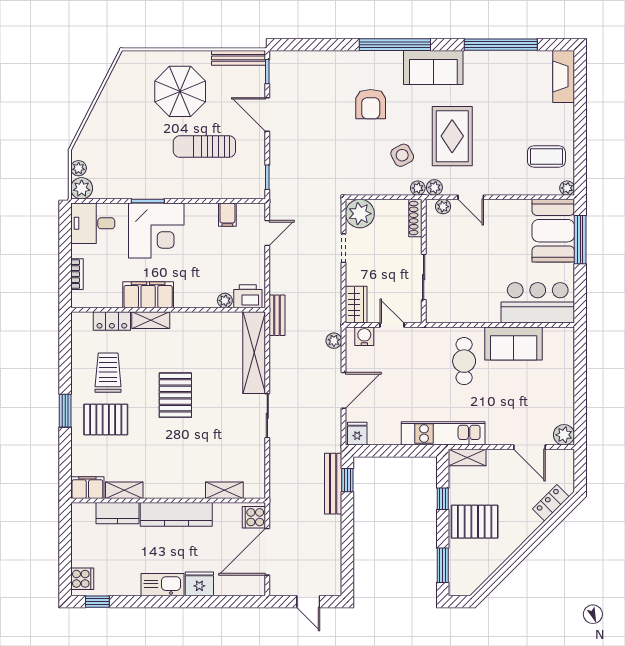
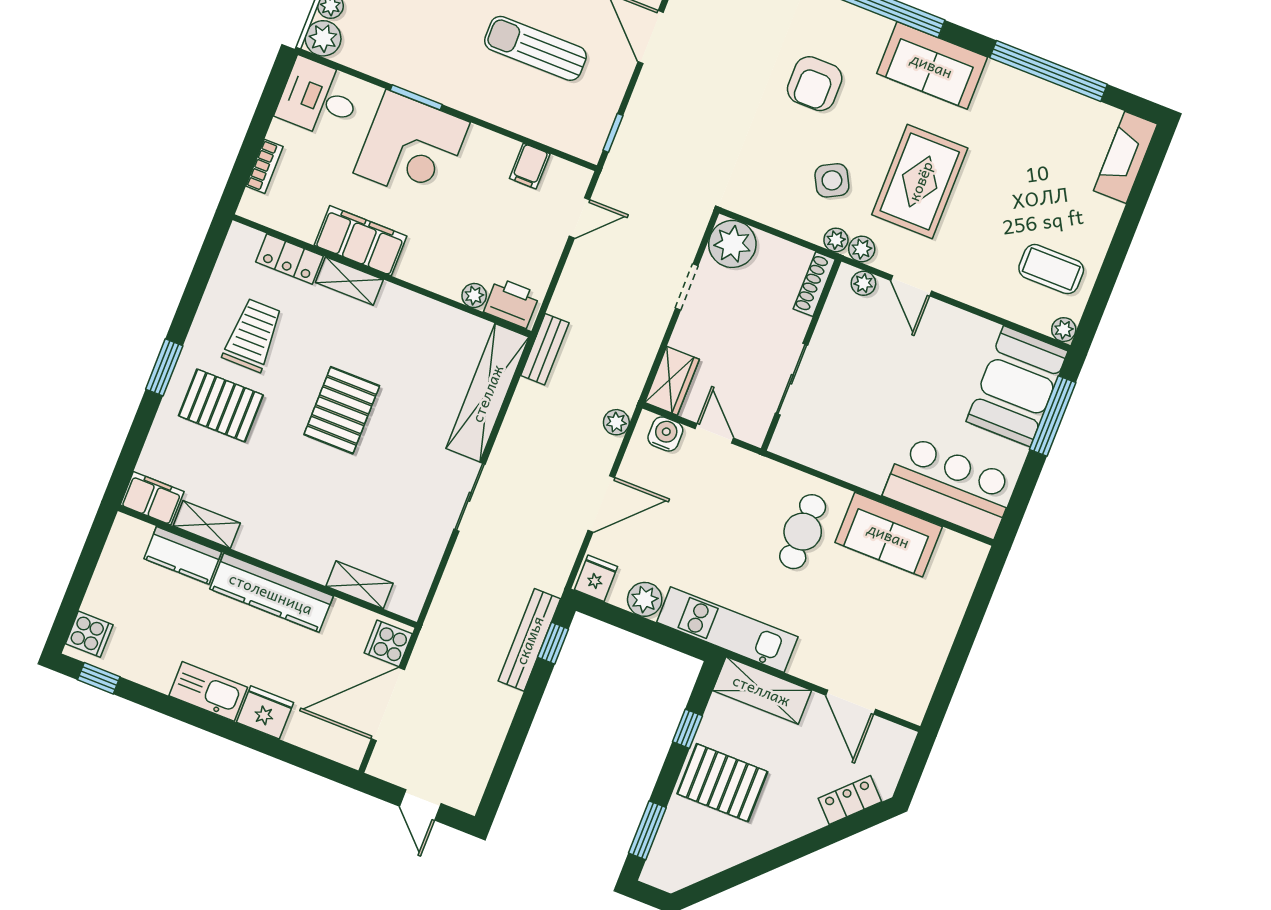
plant: (564, 435) -> (645, 599), moved
shelving: (467, 457) -> (762, 690), width x1.50, depth x1.33

